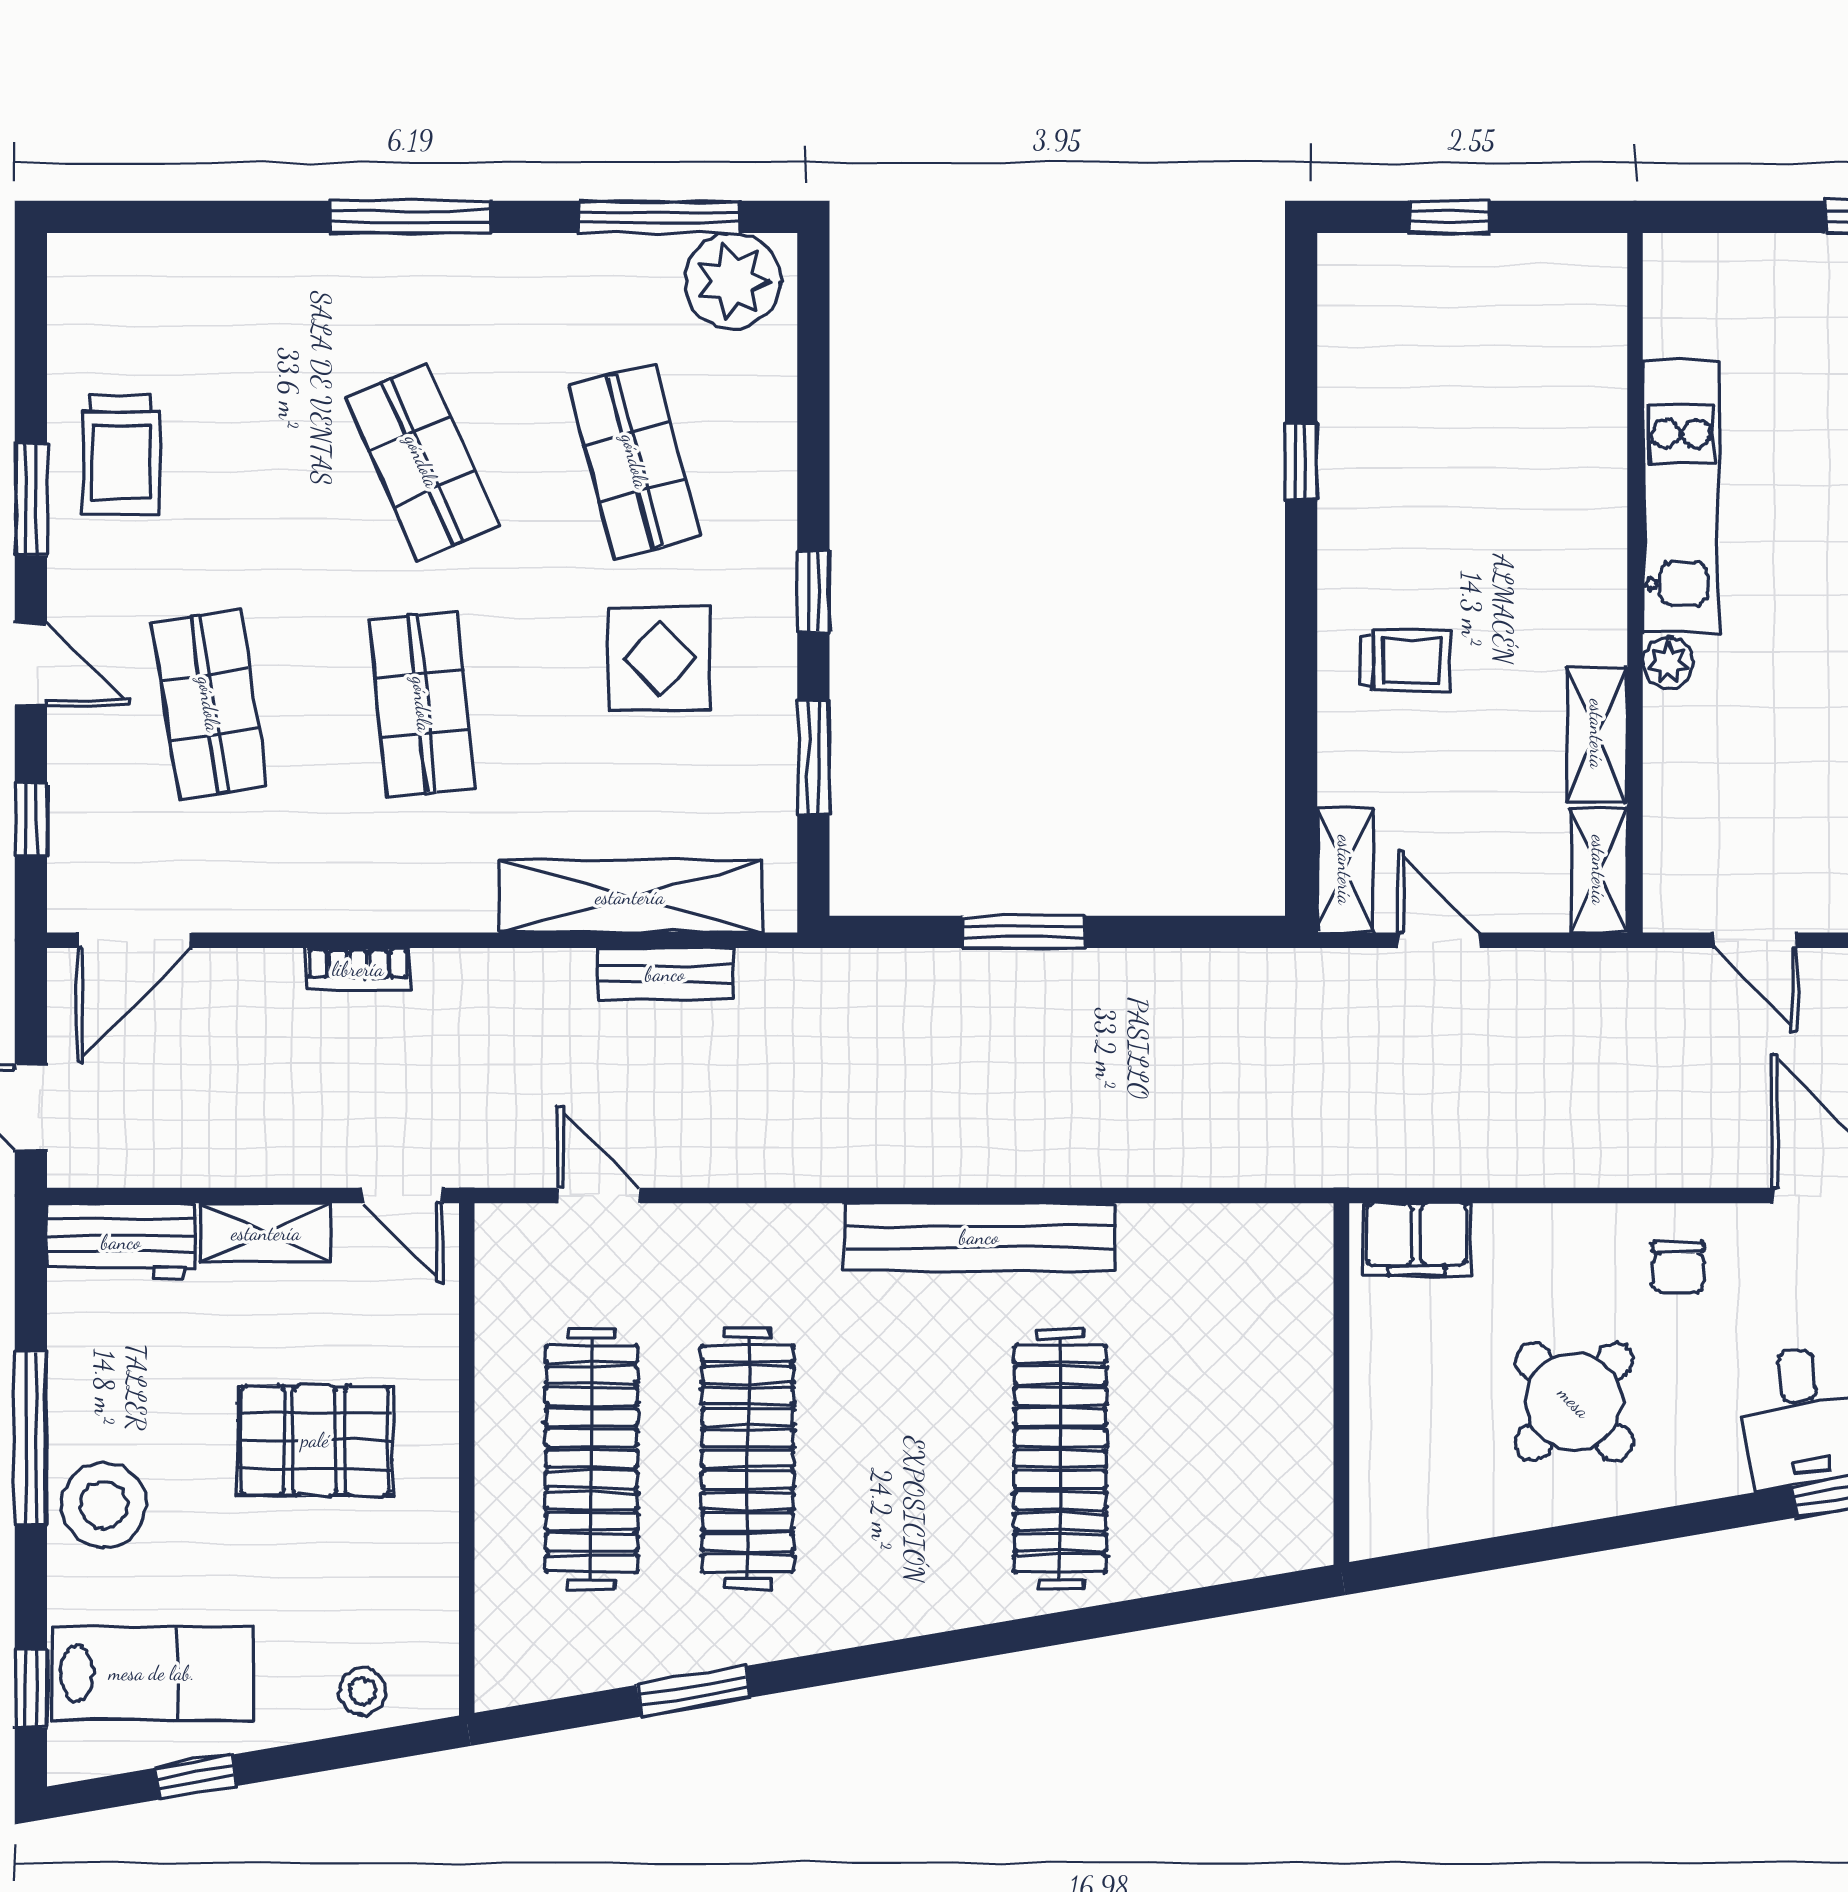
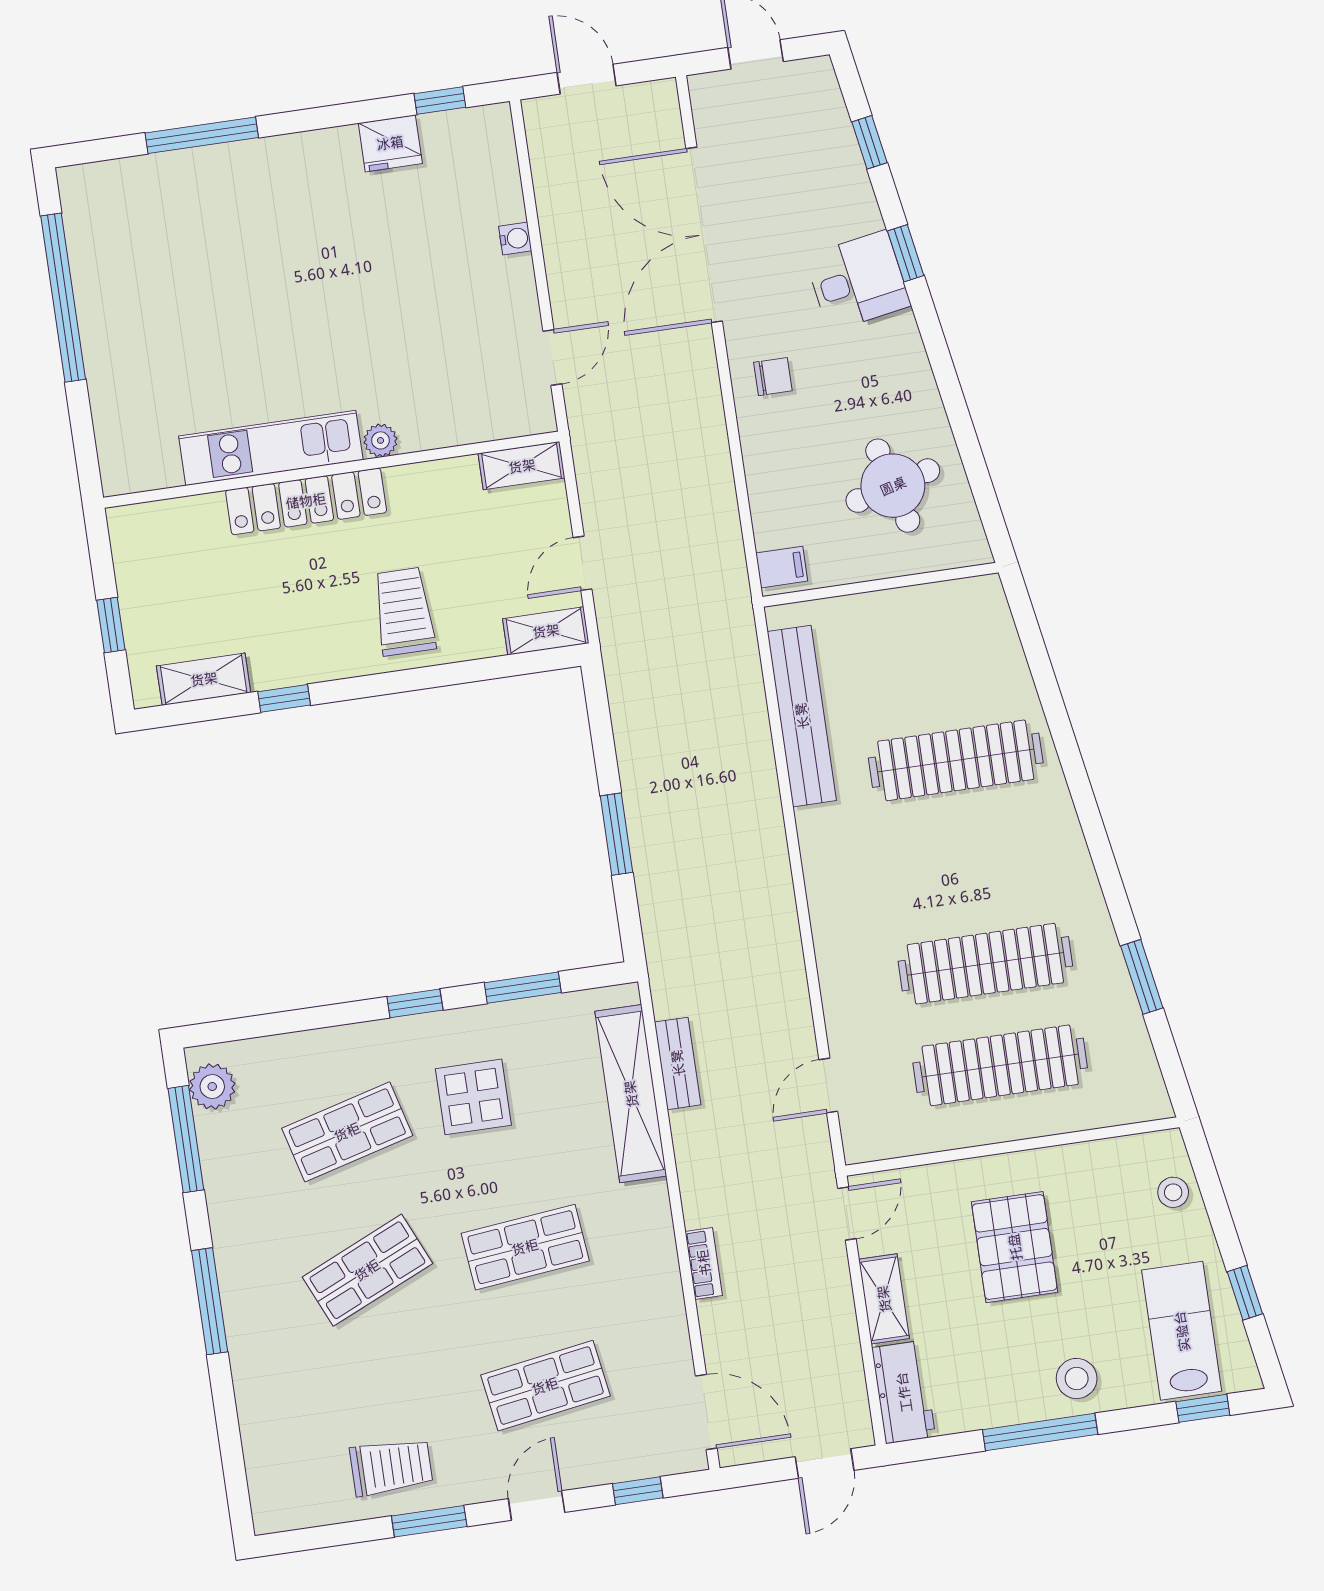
plant: (733, 281) -> (212, 1087), width x0.73, depth x0.73
locker: (1593, 538) -> (306, 501), added
trolley: (1405, 661) -> (404, 612), width x1.36, depth x1.39
shelving: (1597, 734) -> (204, 679), moved
bench: (979, 1237) -> (802, 716), moved
filing cabinet: (1417, 1239) -> (782, 567), width x0.50
round table: (1574, 1402) -> (893, 486), moved, turned 30
stool: (103, 1505) -> (1077, 1378), width x0.73, depth x0.73

